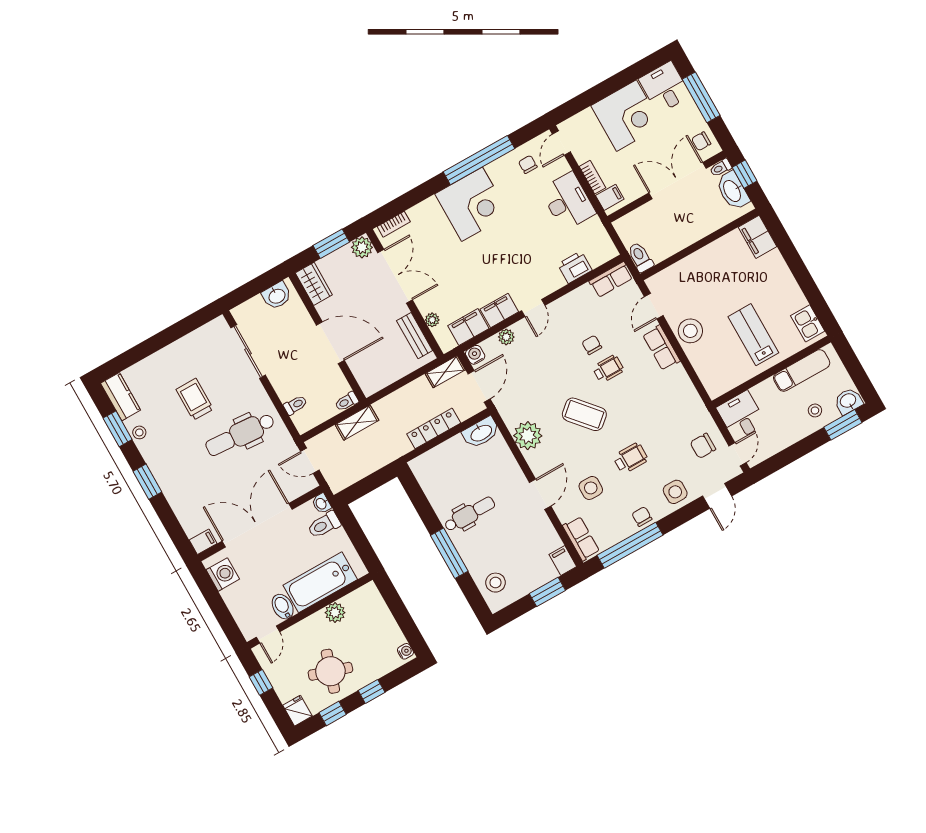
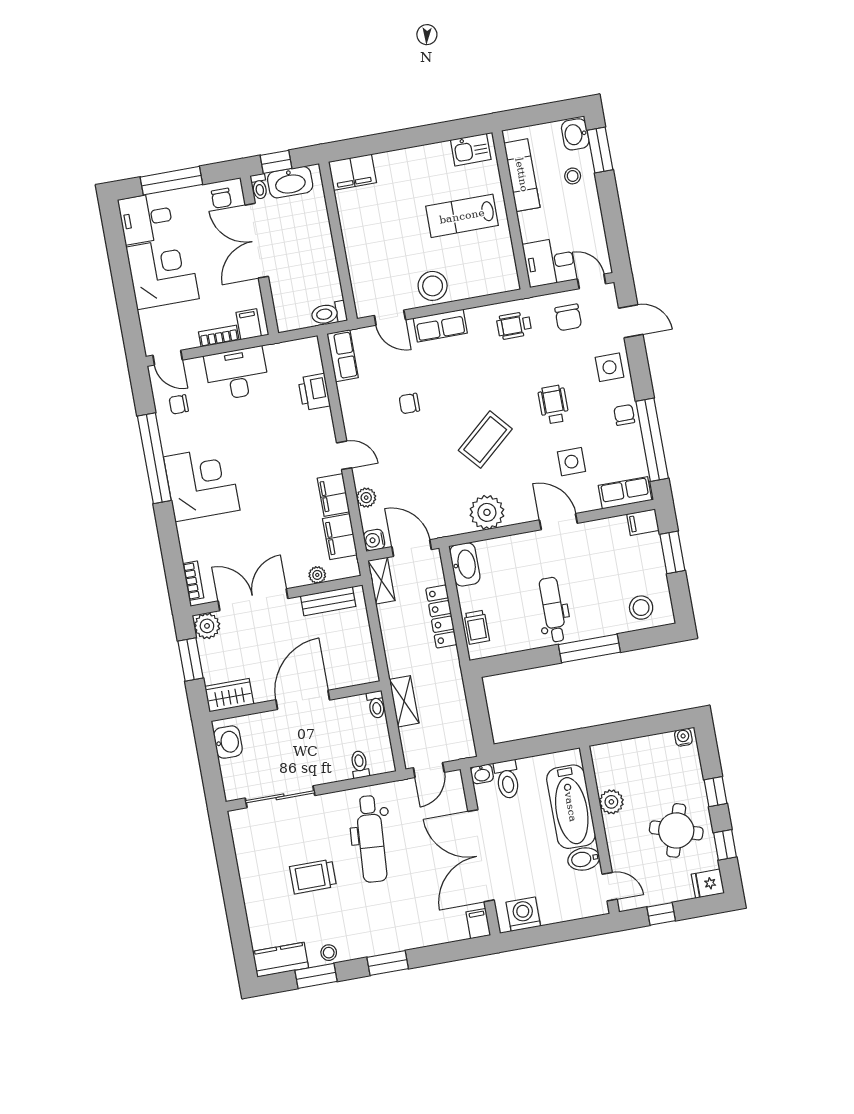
wheelchair: (608, 369) -> (514, 325), moved, turned -90
trolley: (435, 459) -> (477, 627), added
chair: (642, 517) -> (624, 415), turned 90

